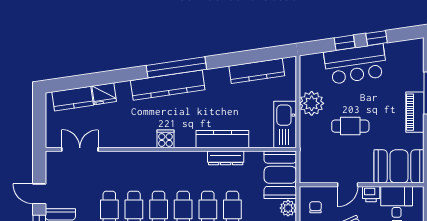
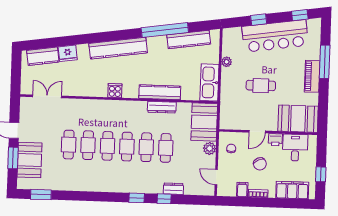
window: (377, 38) -> (300, 15), moved
bar counter: (356, 64) -> (275, 36), width x1.36
window: (176, 67) -> (165, 30), moved
plant: (312, 103) -> (227, 62), width x0.53, depth x0.53

